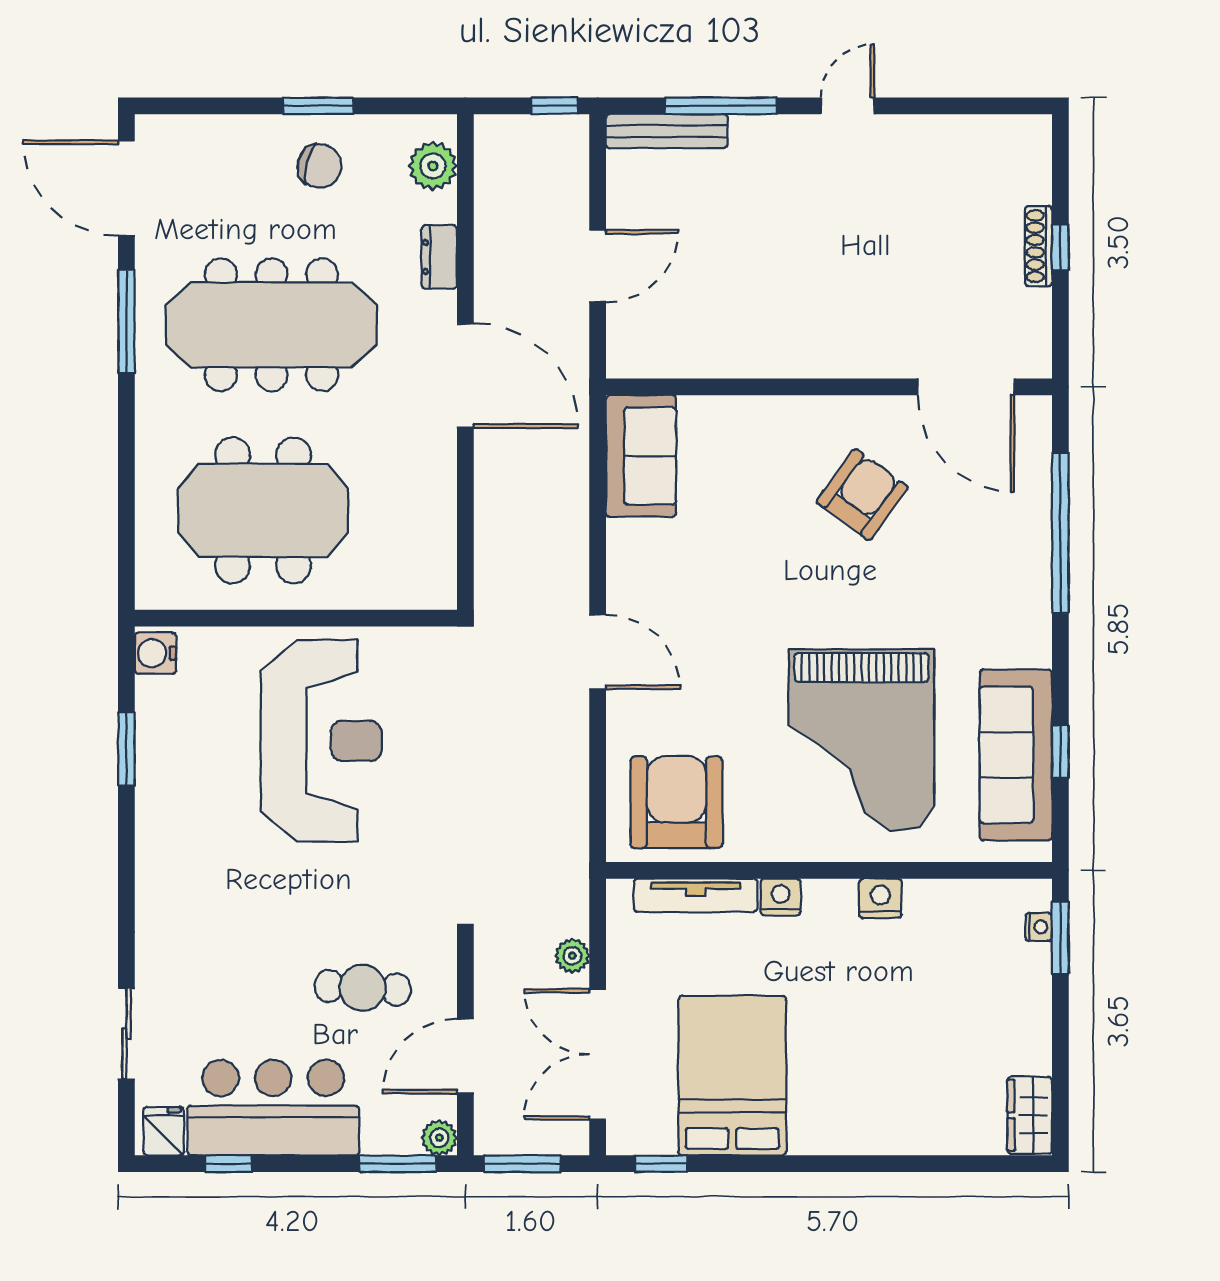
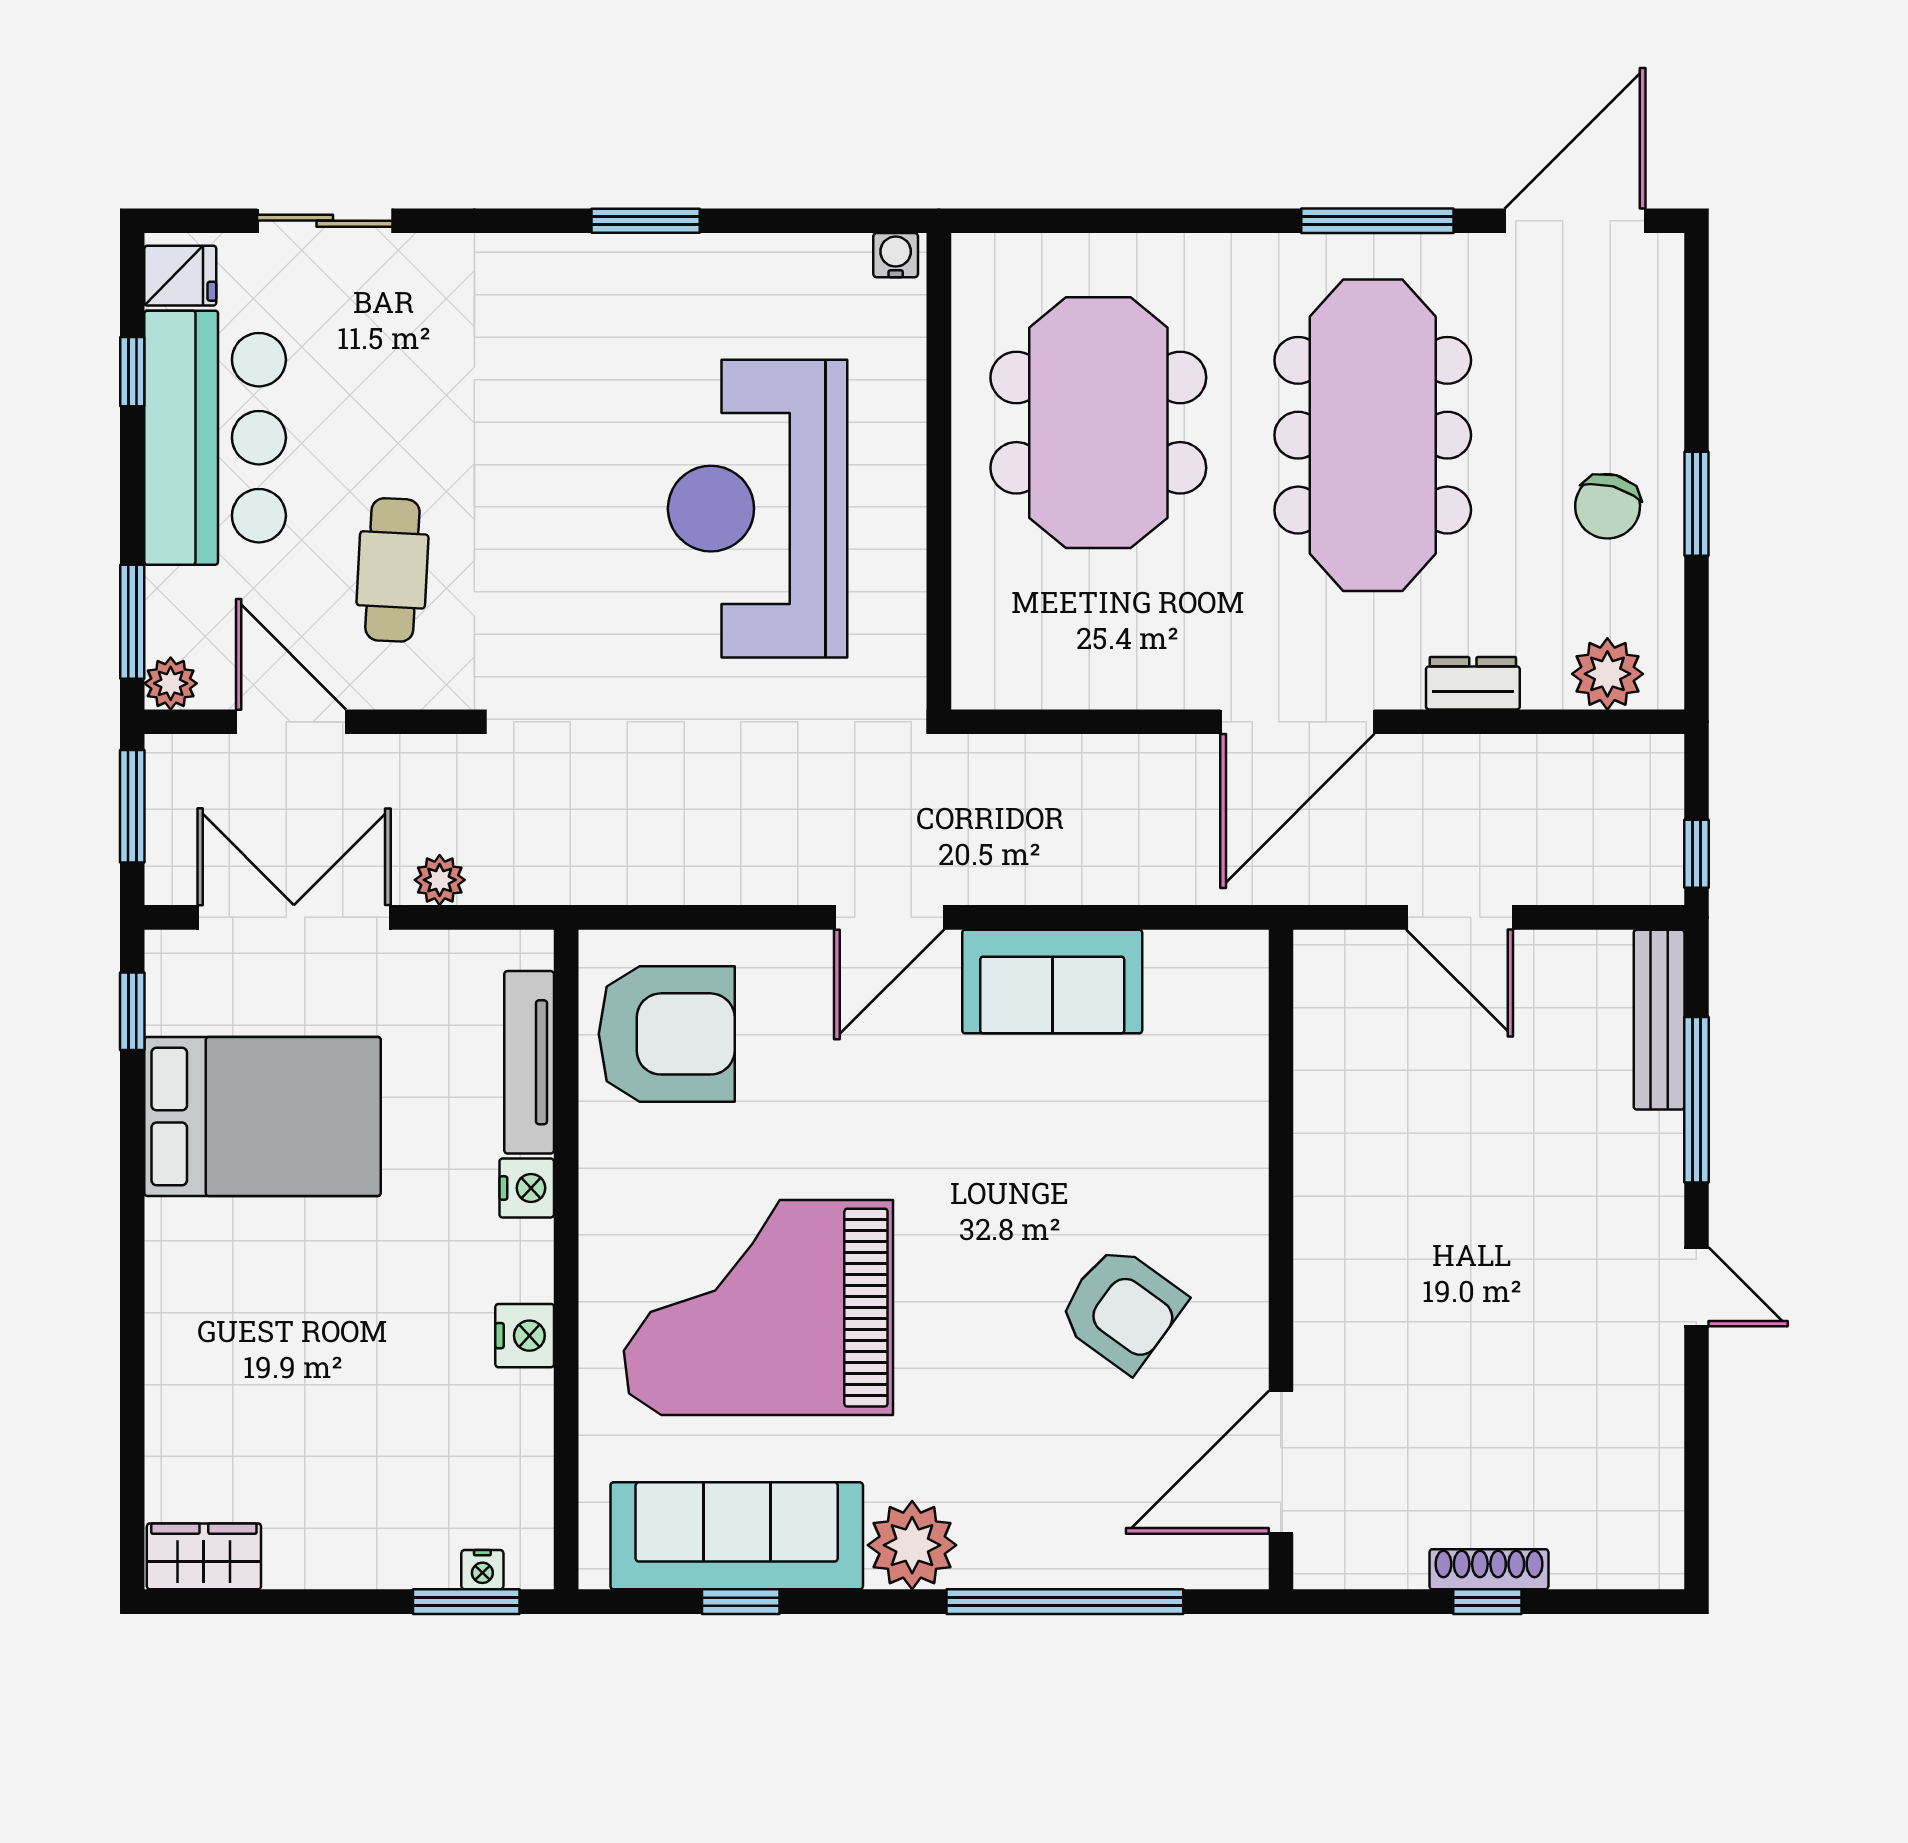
sofa: (641, 456) -> (1052, 982), moved
plant: (1022, 636) -> (912, 1545), added
water cooler: (155, 653) -> (896, 255), width x0.72, depth x0.72
reception desk: (321, 741) -> (758, 509), turned 90
window: (126, 749) -> (646, 221), moved

